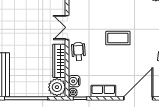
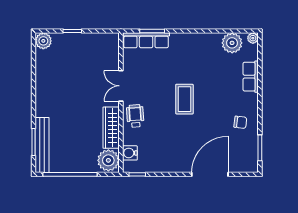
coffee table: (118, 38) -> (184, 99), turned 90
row of seats: (103, 91) -> (166, 165), removed
plant: (73, 92) -> (128, 167), removed

